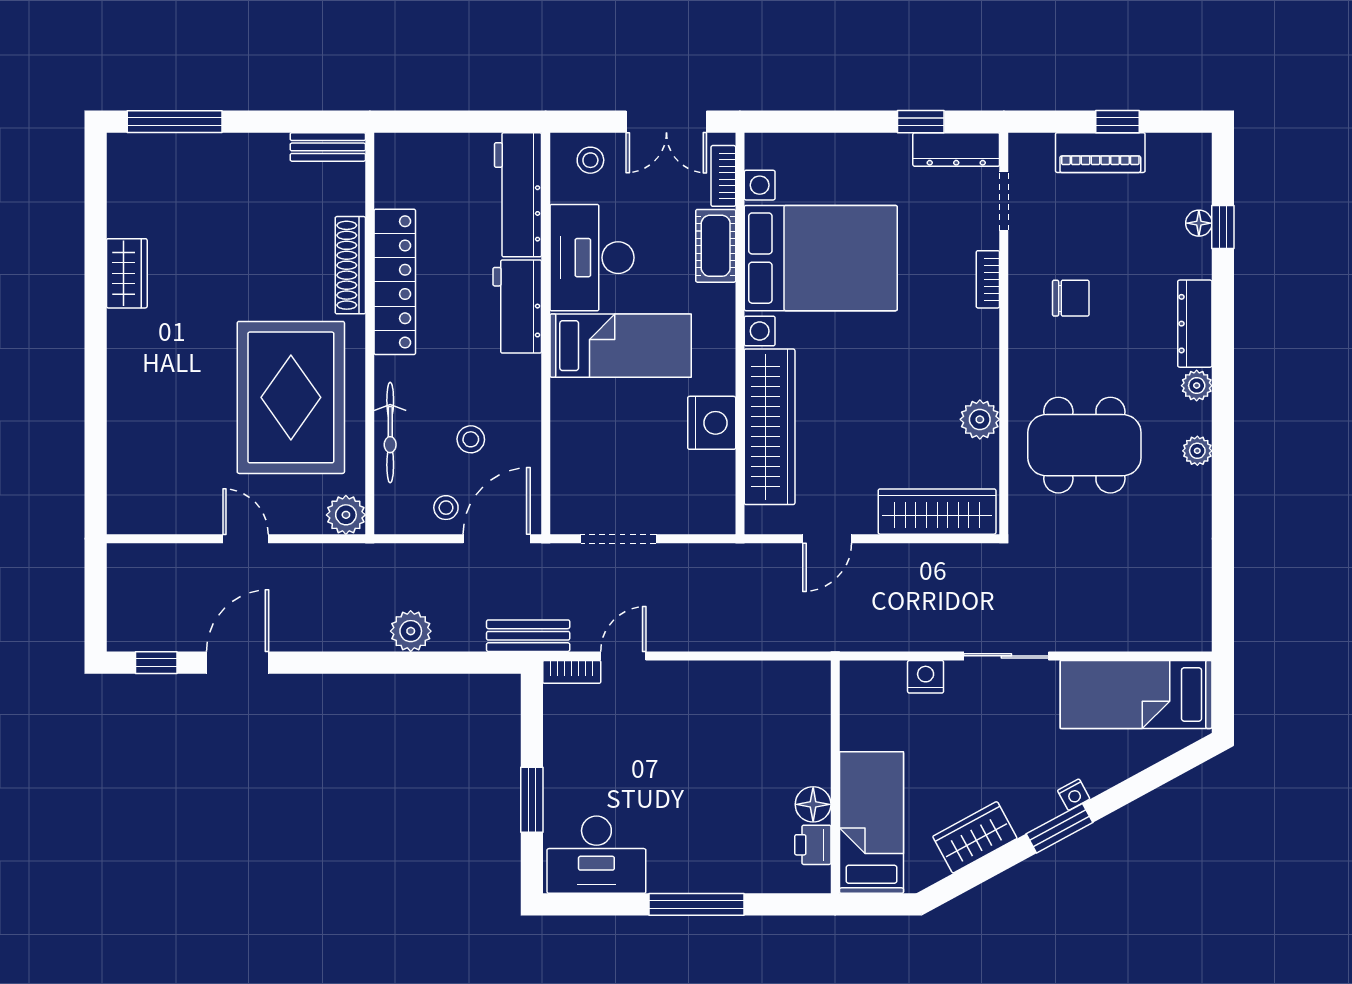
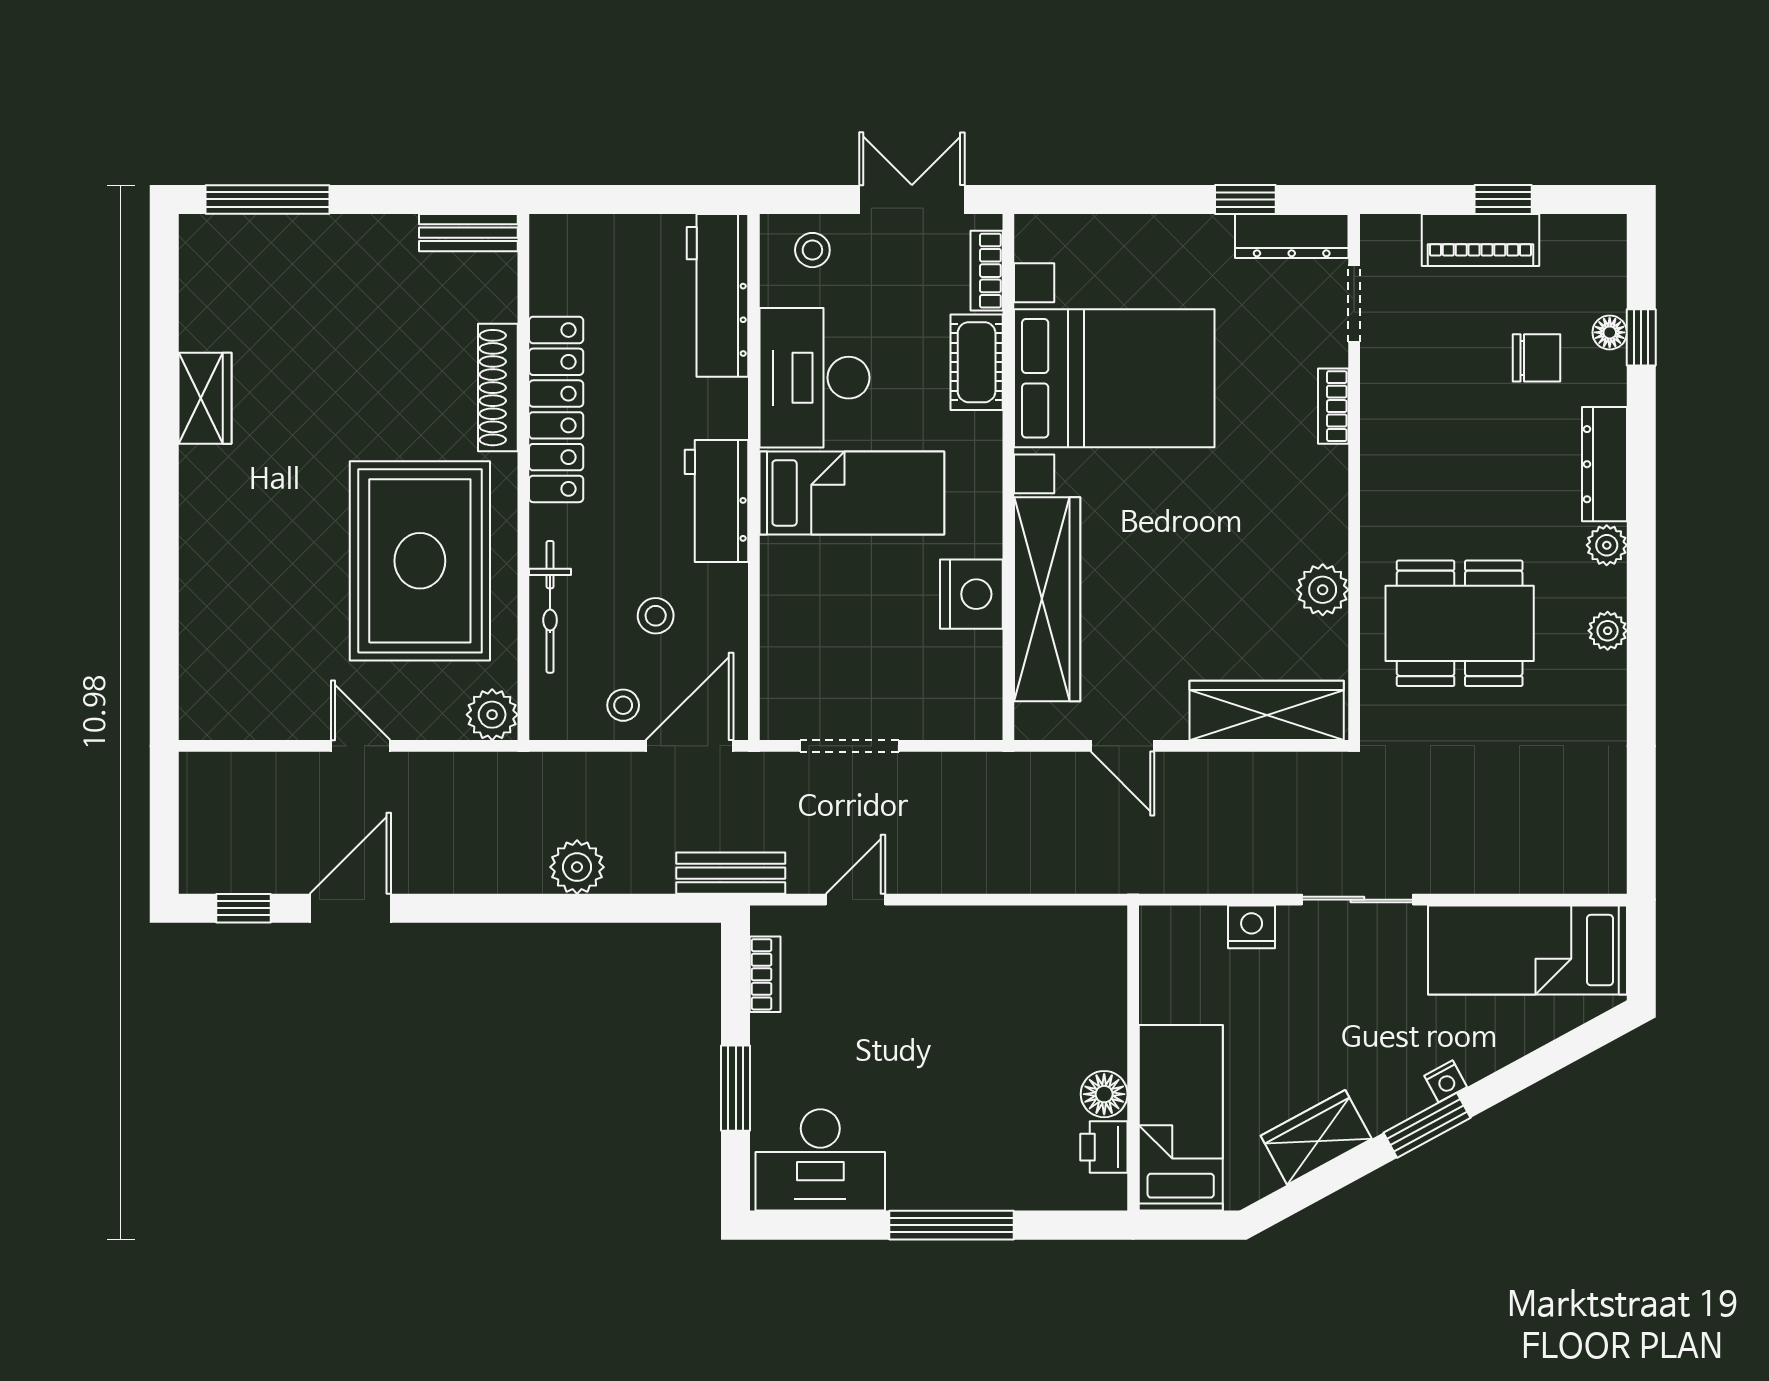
double door: (666, 122) -> (912, 199), swing flipped
chair: (1071, 298) -> (1536, 358), moved
workbench: (517, 307) -> (716, 501), moved
door: (827, 539) -> (1123, 746), hinge flipped
bookcase: (572, 672) -> (765, 974), moved, turned -90

